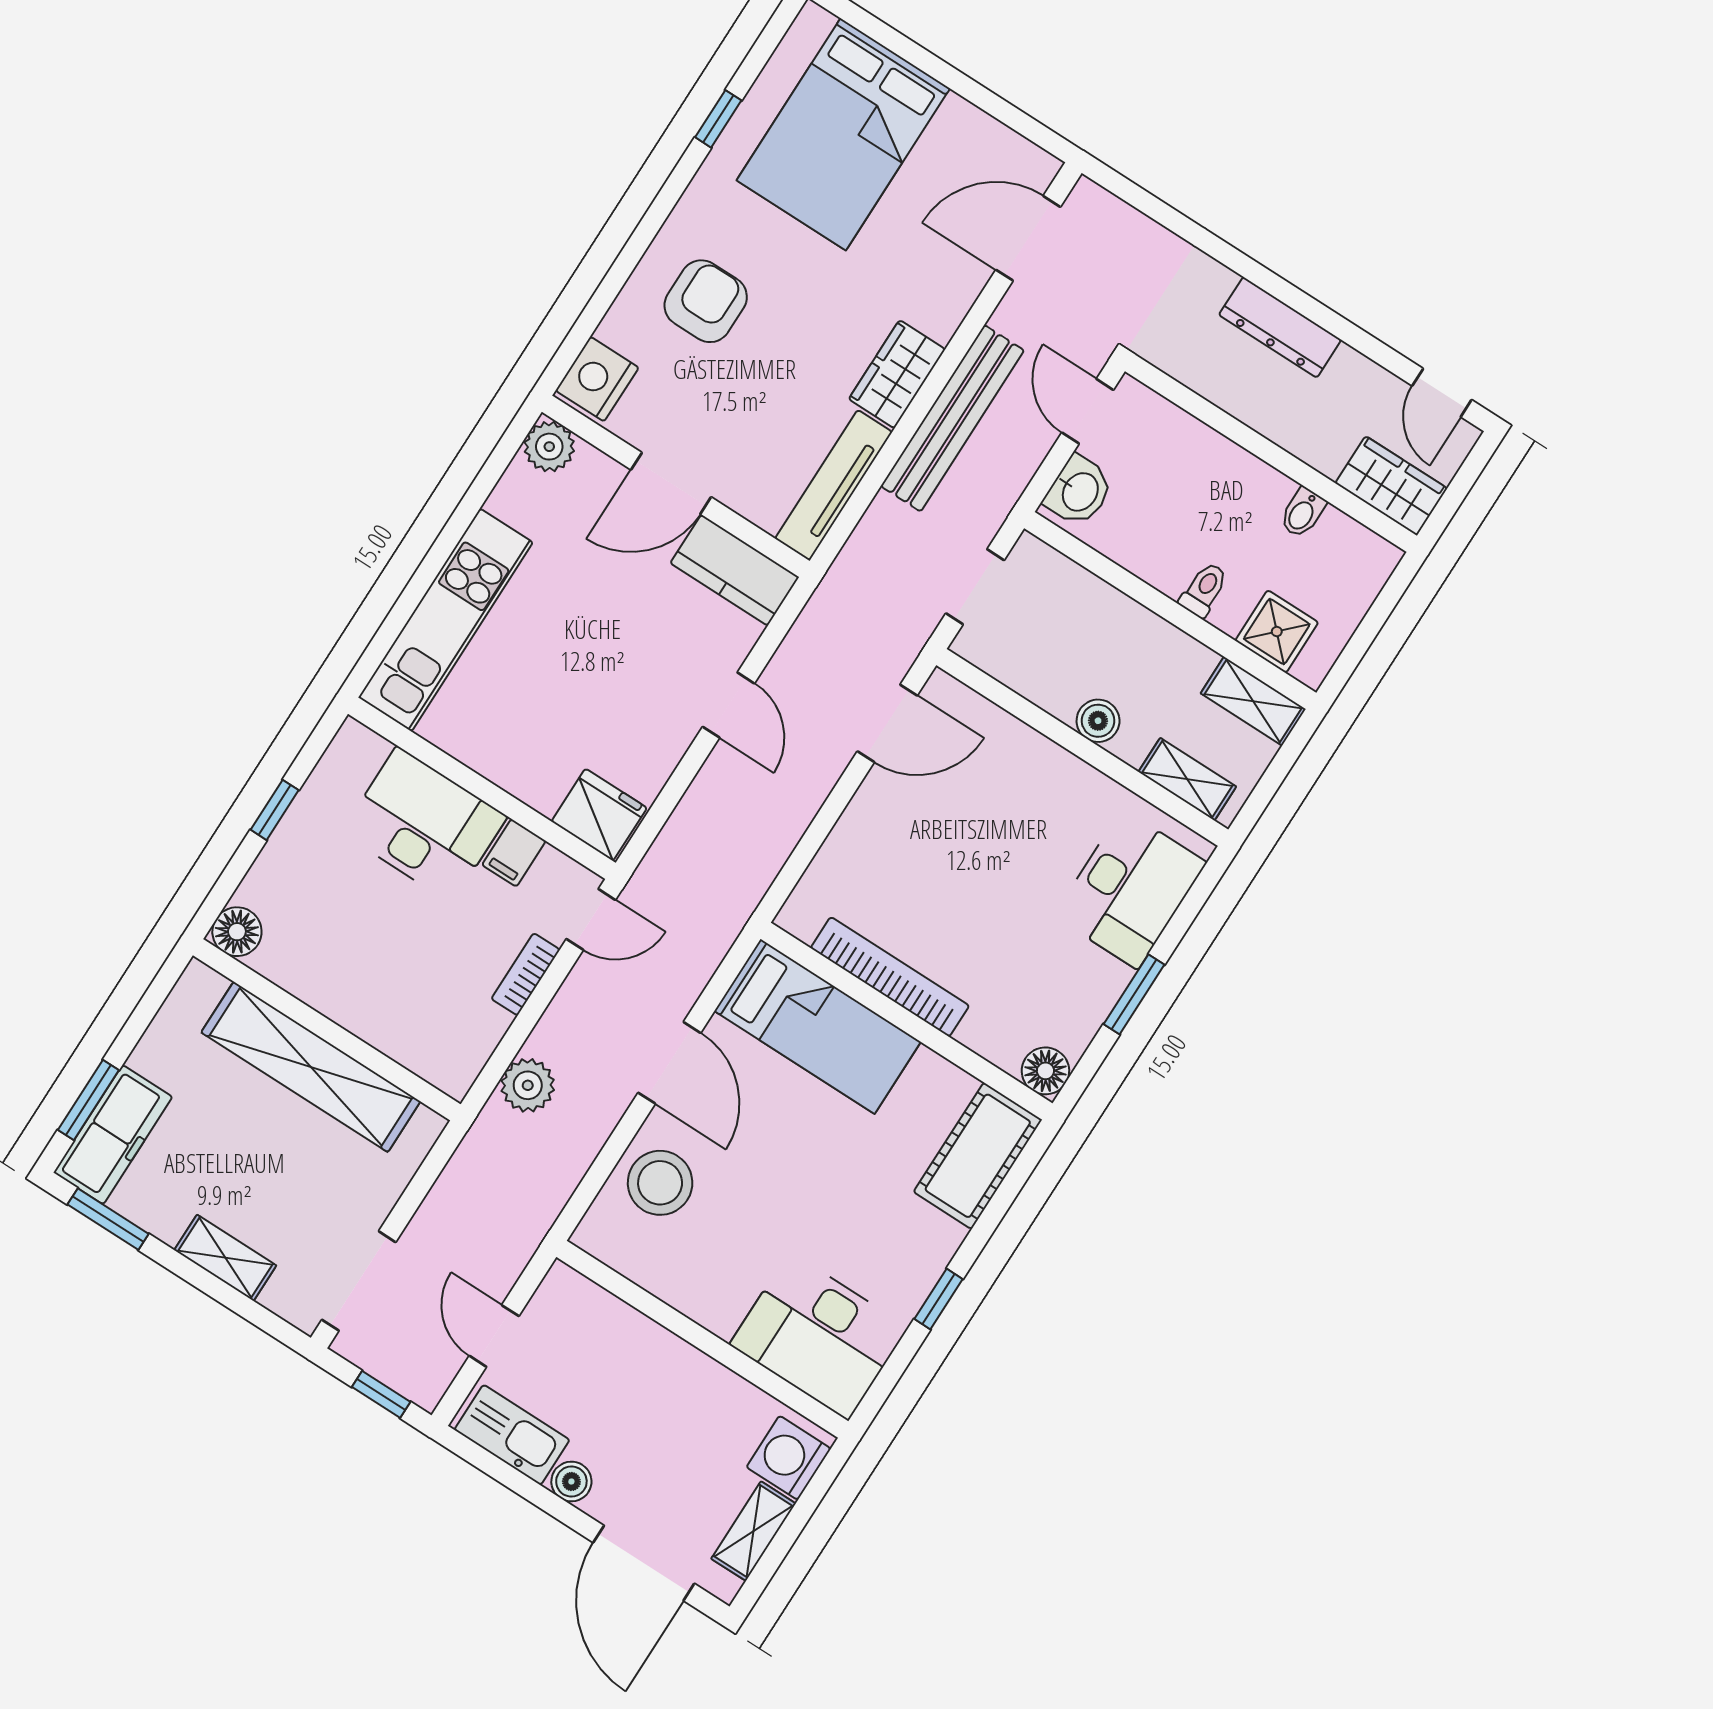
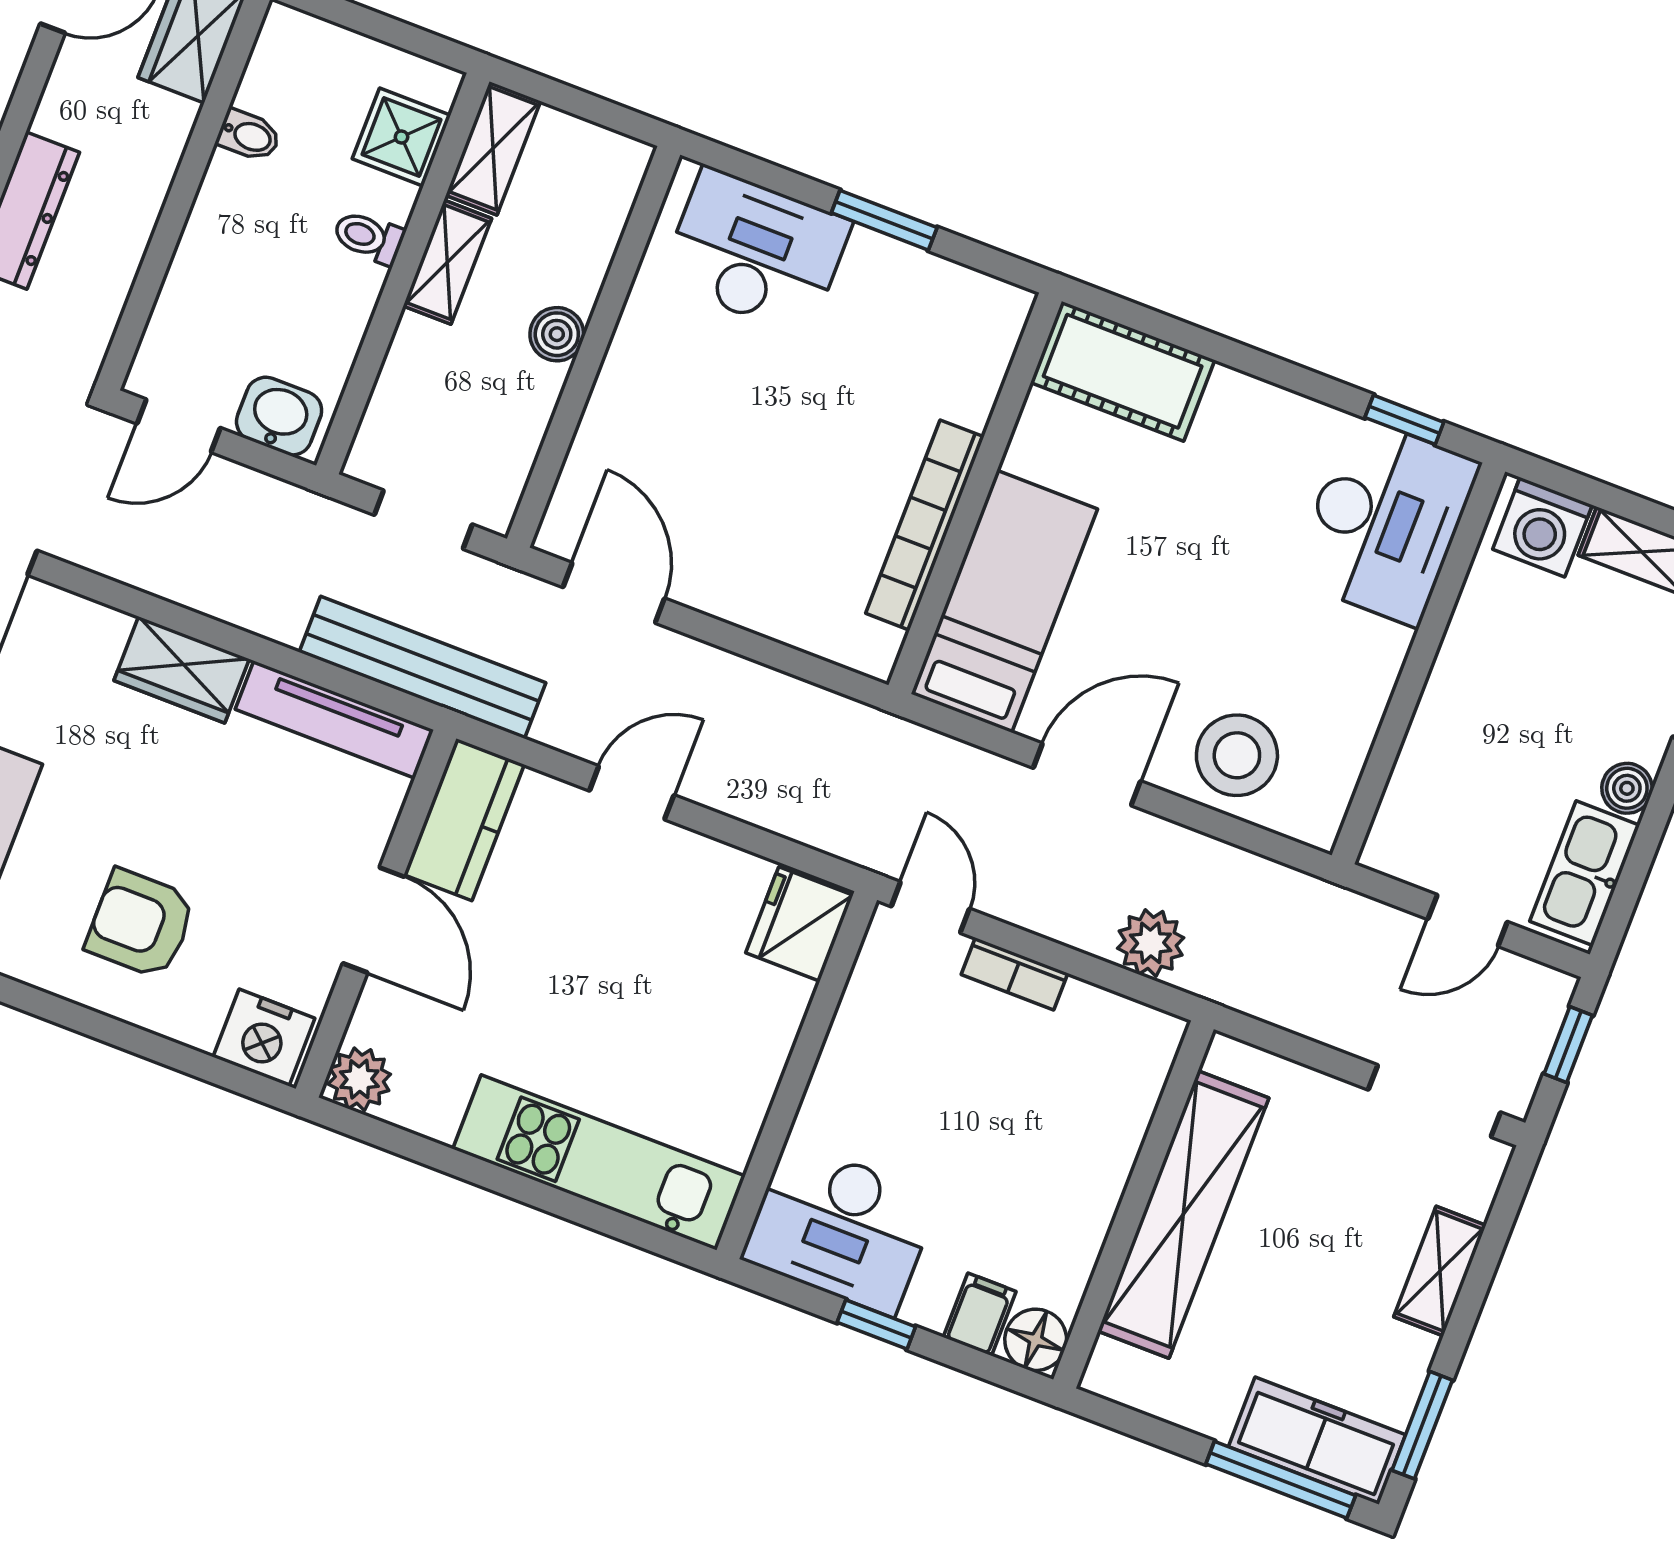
bench: (952, 418) -> (422, 667), moved
shelving: (1187, 779) -> (447, 262), moved
desk: (424, 825) -> (840, 1228), moved, turned -90
filing cabinet: (514, 853) -> (980, 1314), moved, turned -90
floor lamp: (1045, 1071) -> (1001, 310), removed
window: (88, 1100) -> (1281, 1480), width x1.44
window: (938, 1299) -> (1404, 420), moved

